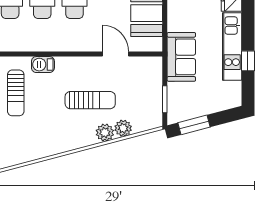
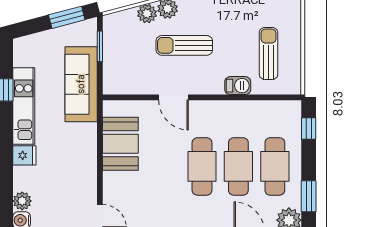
door: (116, 54) -> (173, 97), moved
sofa: (181, 57) -> (81, 84), width x1.36

